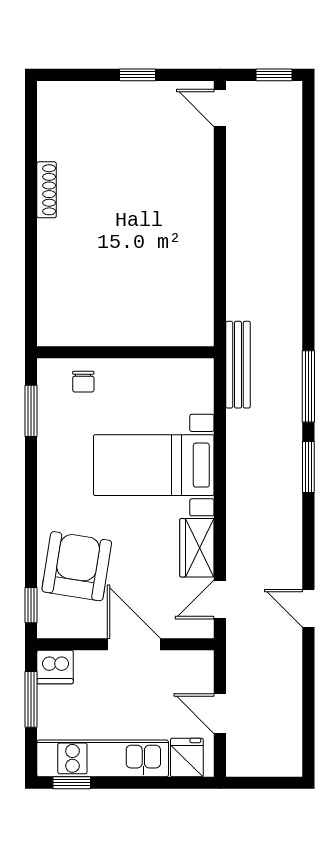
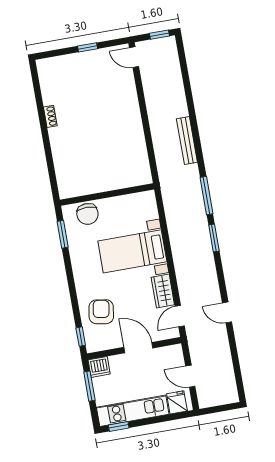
shoe rack: (47, 190) -> (50, 116), width x0.70
bench: (238, 365) -> (187, 141), moved
chair: (83, 382) -> (87, 214), width x1.87, depth x1.87
armchair: (77, 566) -> (101, 312), width x0.73, depth x0.73

